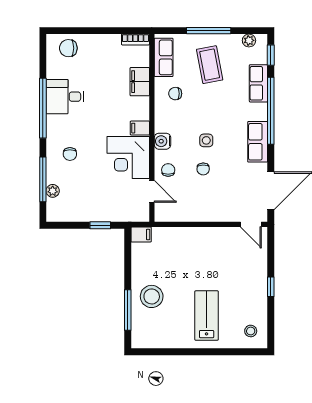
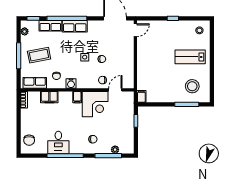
water cooler: (162, 141) -> (71, 84), moved
row of seats: (258, 142) -> (75, 26), moved
stool: (152, 296) -> (192, 86), moved

